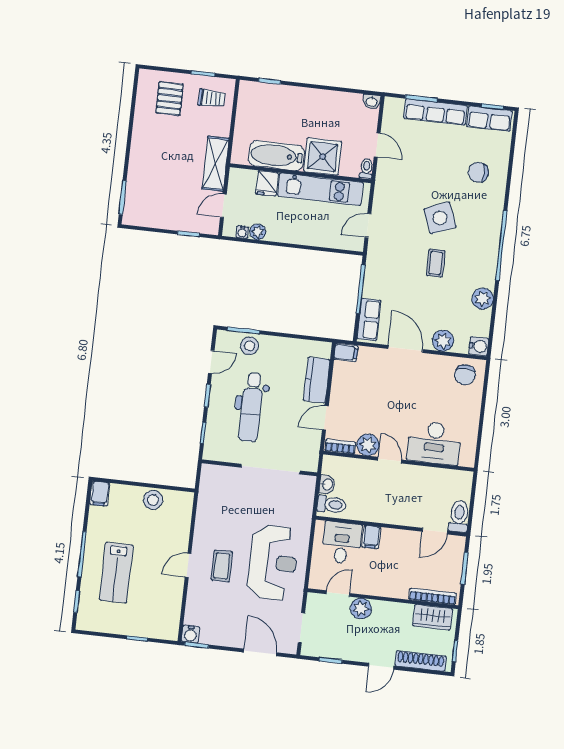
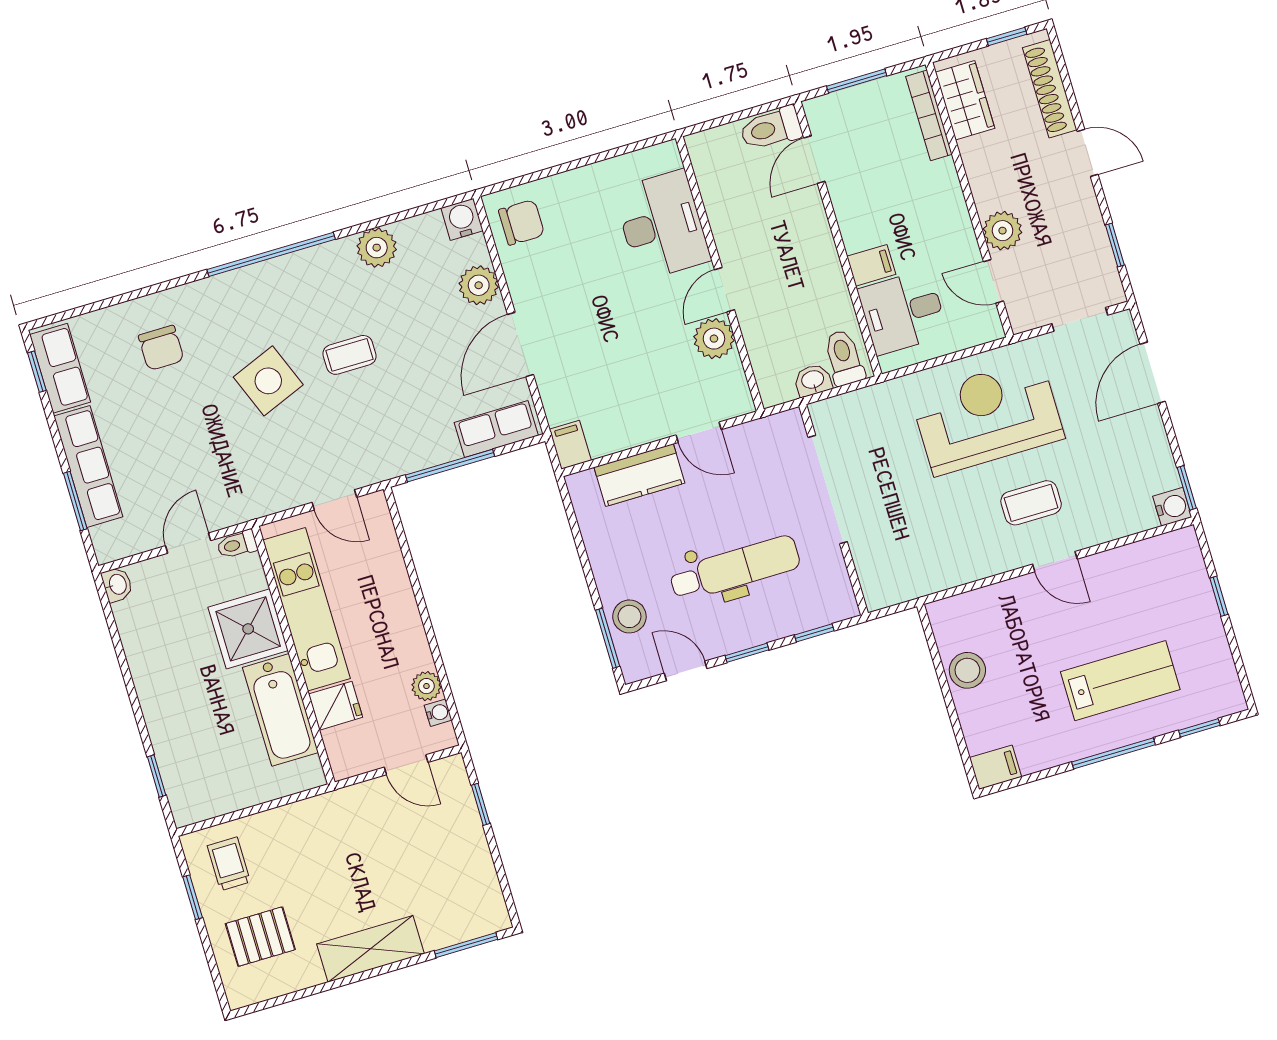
shelving: (216, 164) -> (370, 949), moved
bookcase: (340, 447) -> (737, 385), removed
door: (435, 531) -> (814, 160), swing flipped

